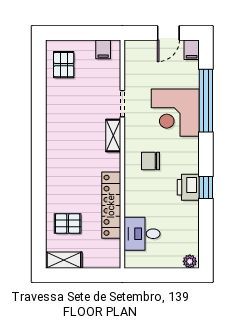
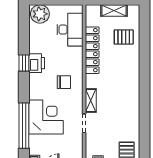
desk: (142, 234) -> (70, 30), width x1.37
shelving: (64, 260) -> (114, 11), moved
plant: (190, 261) -> (40, 14), width x1.88, depth x1.88

